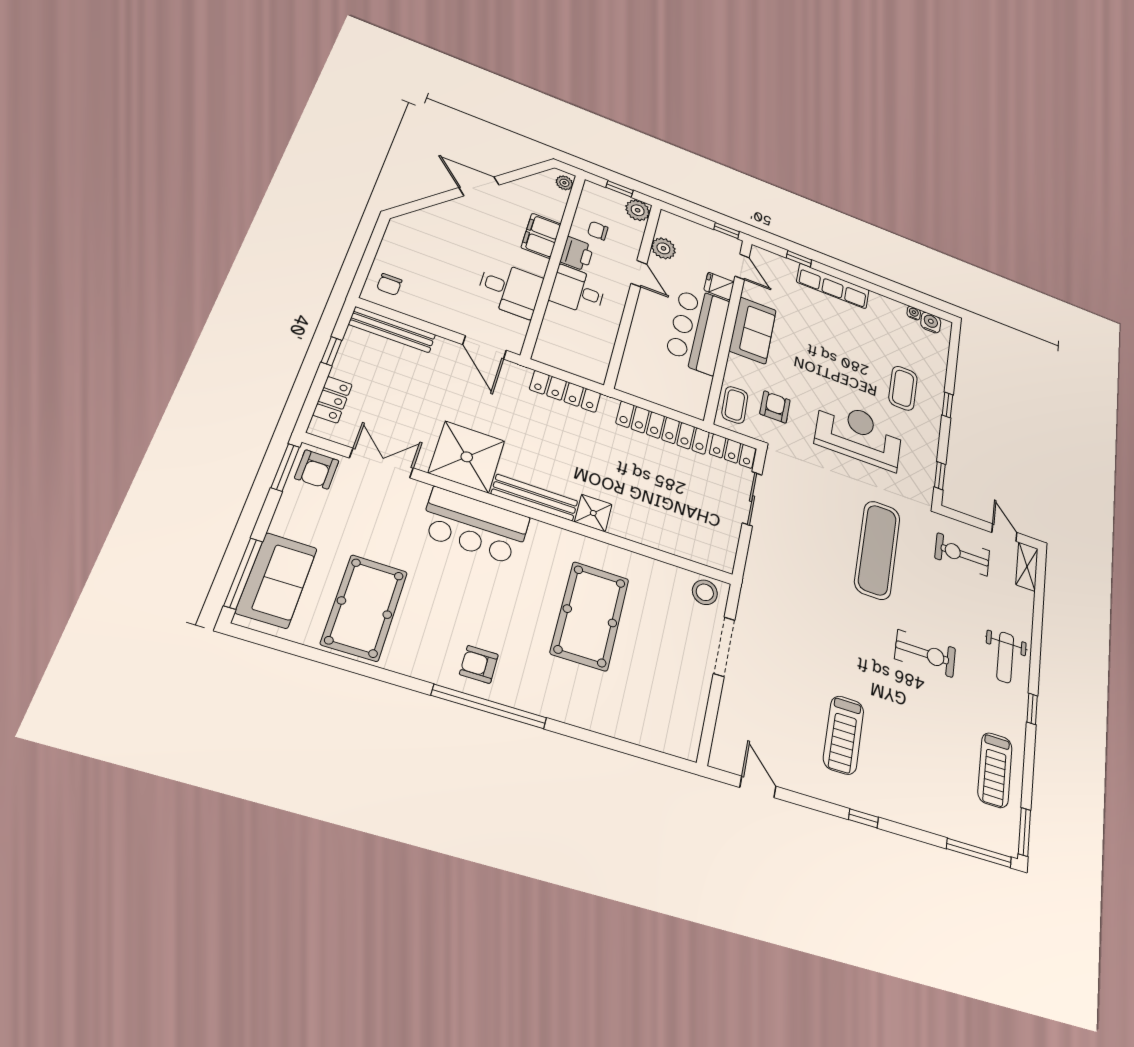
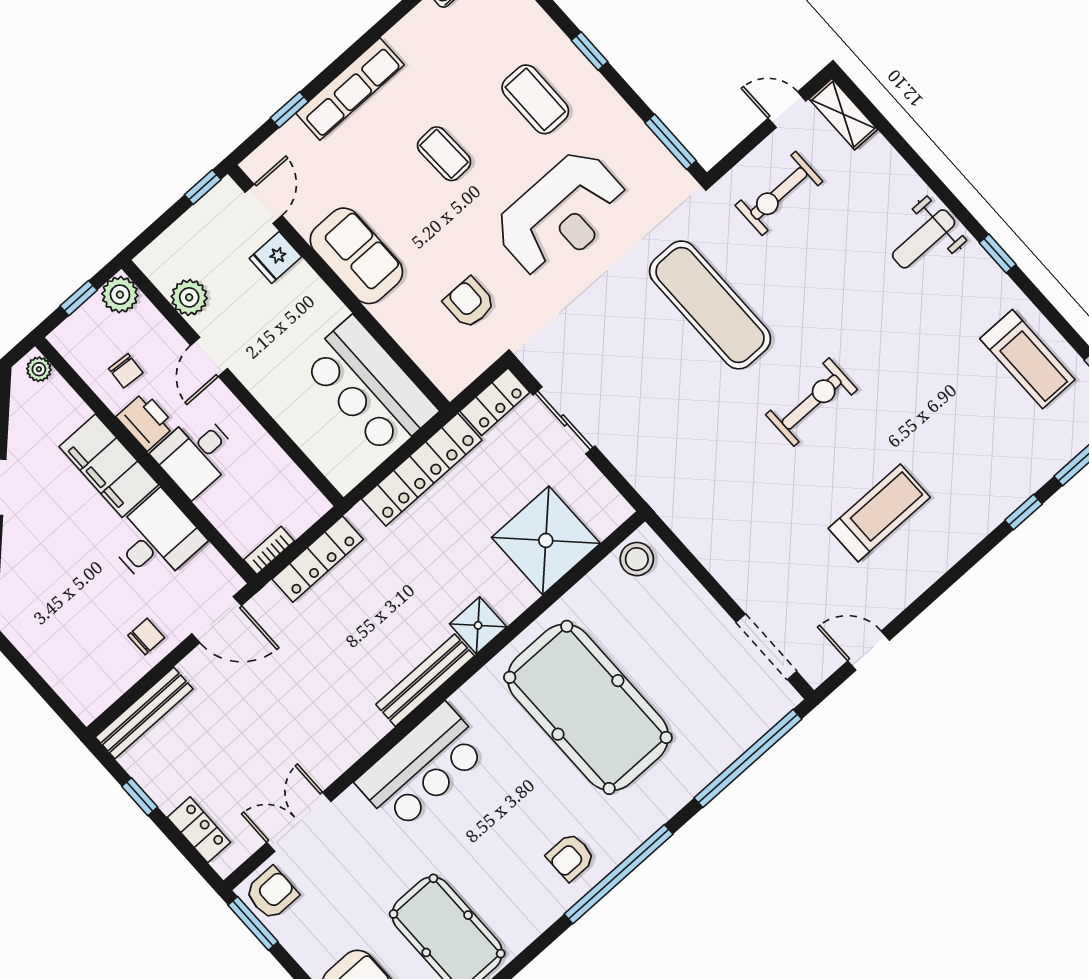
chair: (598, 231) -> (126, 371), turned -86
filing cabinet: (541, 236) -> (109, 466), width x1.50, depth x1.17
door: (742, 267) -> (264, 204), hinge flipped
door: (639, 274) -> (209, 357), swing flipped
chair: (389, 284) -> (146, 636), moved, turned -90
bar counter: (698, 330) -> (369, 387), moved
bookcase: (550, 359) -> (269, 550), added
coffee table: (735, 405) -> (444, 154), moved
reception desk: (859, 435) -> (562, 214), turned 180
shower: (467, 457) -> (546, 540), moved
armchair: (317, 469) -> (272, 893), turned -90
window: (940, 476) -> (671, 142), width x1.50
pool table: (590, 616) -> (588, 707), width x1.36, depth x1.32
doorway: (724, 647) -> (766, 647), moved
exercise bike: (925, 653) -> (812, 402), moved
weight bench: (1005, 657) -> (924, 239), turned 90
treadmill: (844, 735) -> (879, 513), turned -90
window: (631, 749) -> (748, 758), added
window: (863, 818) -> (1024, 512), moved

